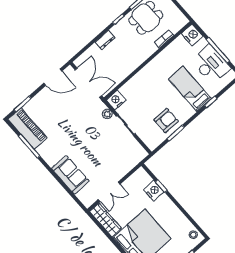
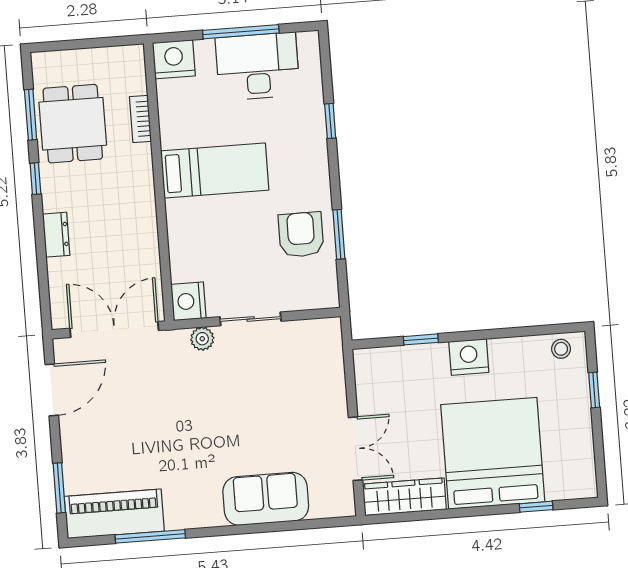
bed: (190, 89) -> (215, 170), moved, turned 180
nightstand: (154, 191) -> (469, 357), moved

